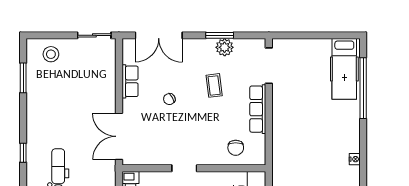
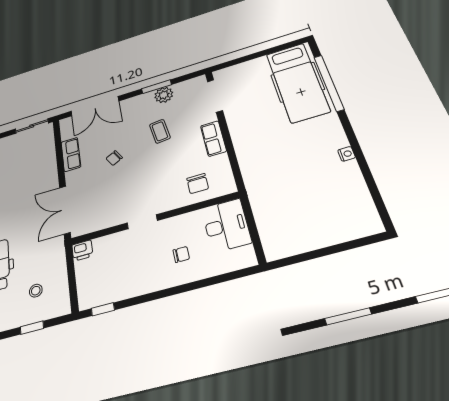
hospital bed: (344, 69) -> (297, 82), width x1.37, depth x1.29
row of seats: (258, 109) -> (213, 138), width x0.68

